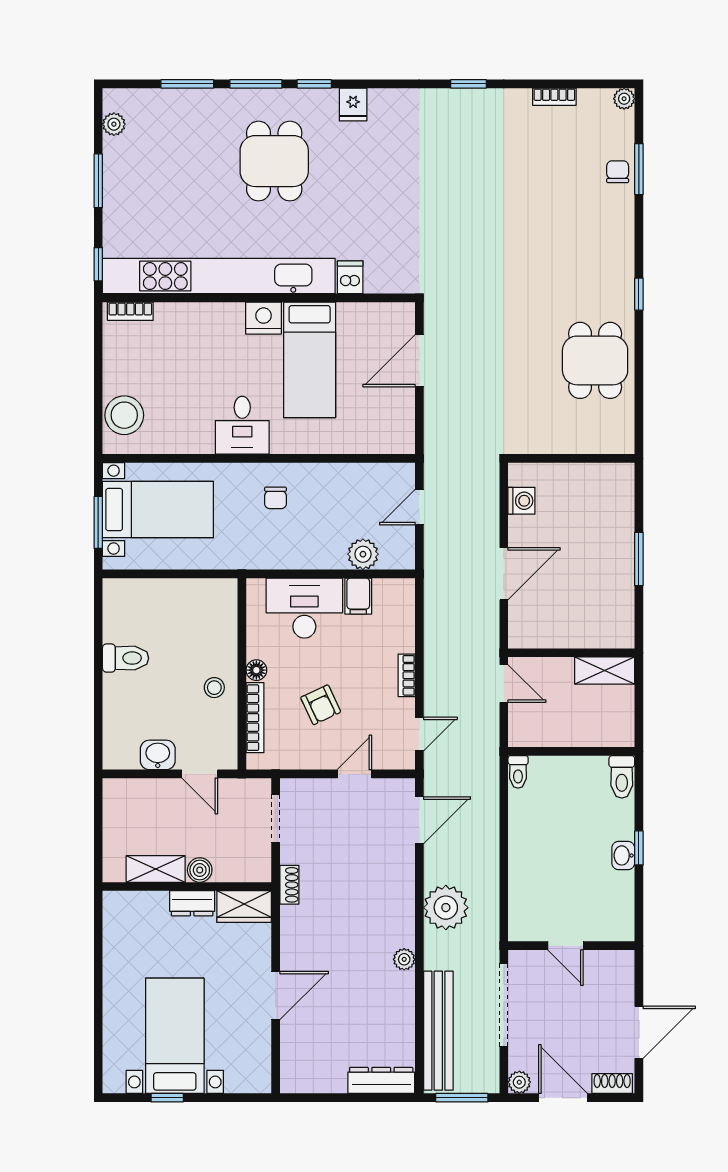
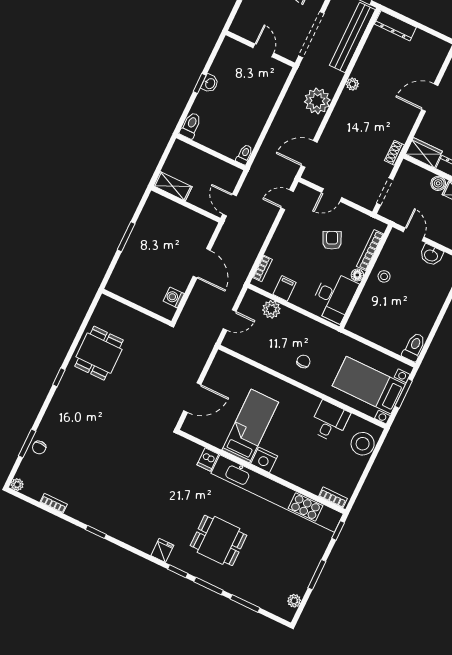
dining table: (274, 161) -> (219, 540), turned 90
desk: (242, 425) -> (330, 421), moved
door: (504, 574) -> (202, 263), swing flipped
desk: (304, 608) -> (334, 297), moved, turned -90
toilet: (126, 658) -> (414, 347), moved, turned 90
bookcase: (407, 675) -> (263, 268), moved

